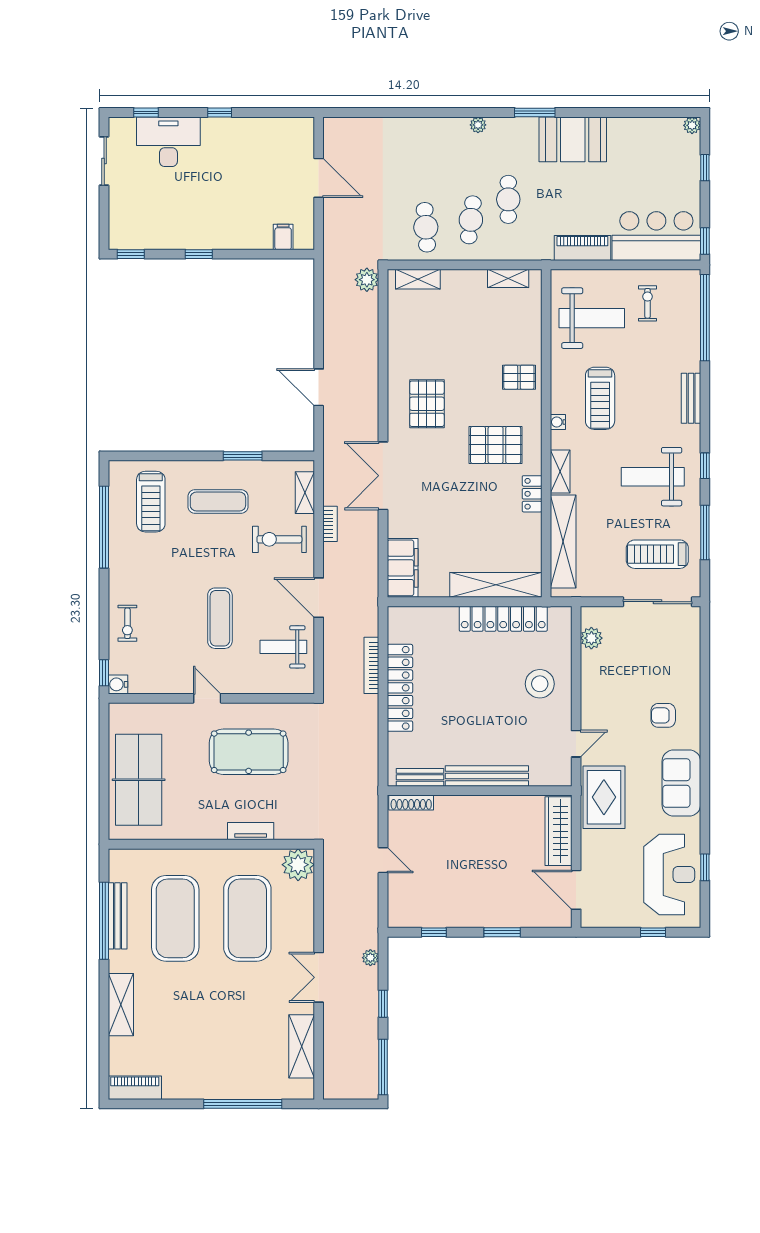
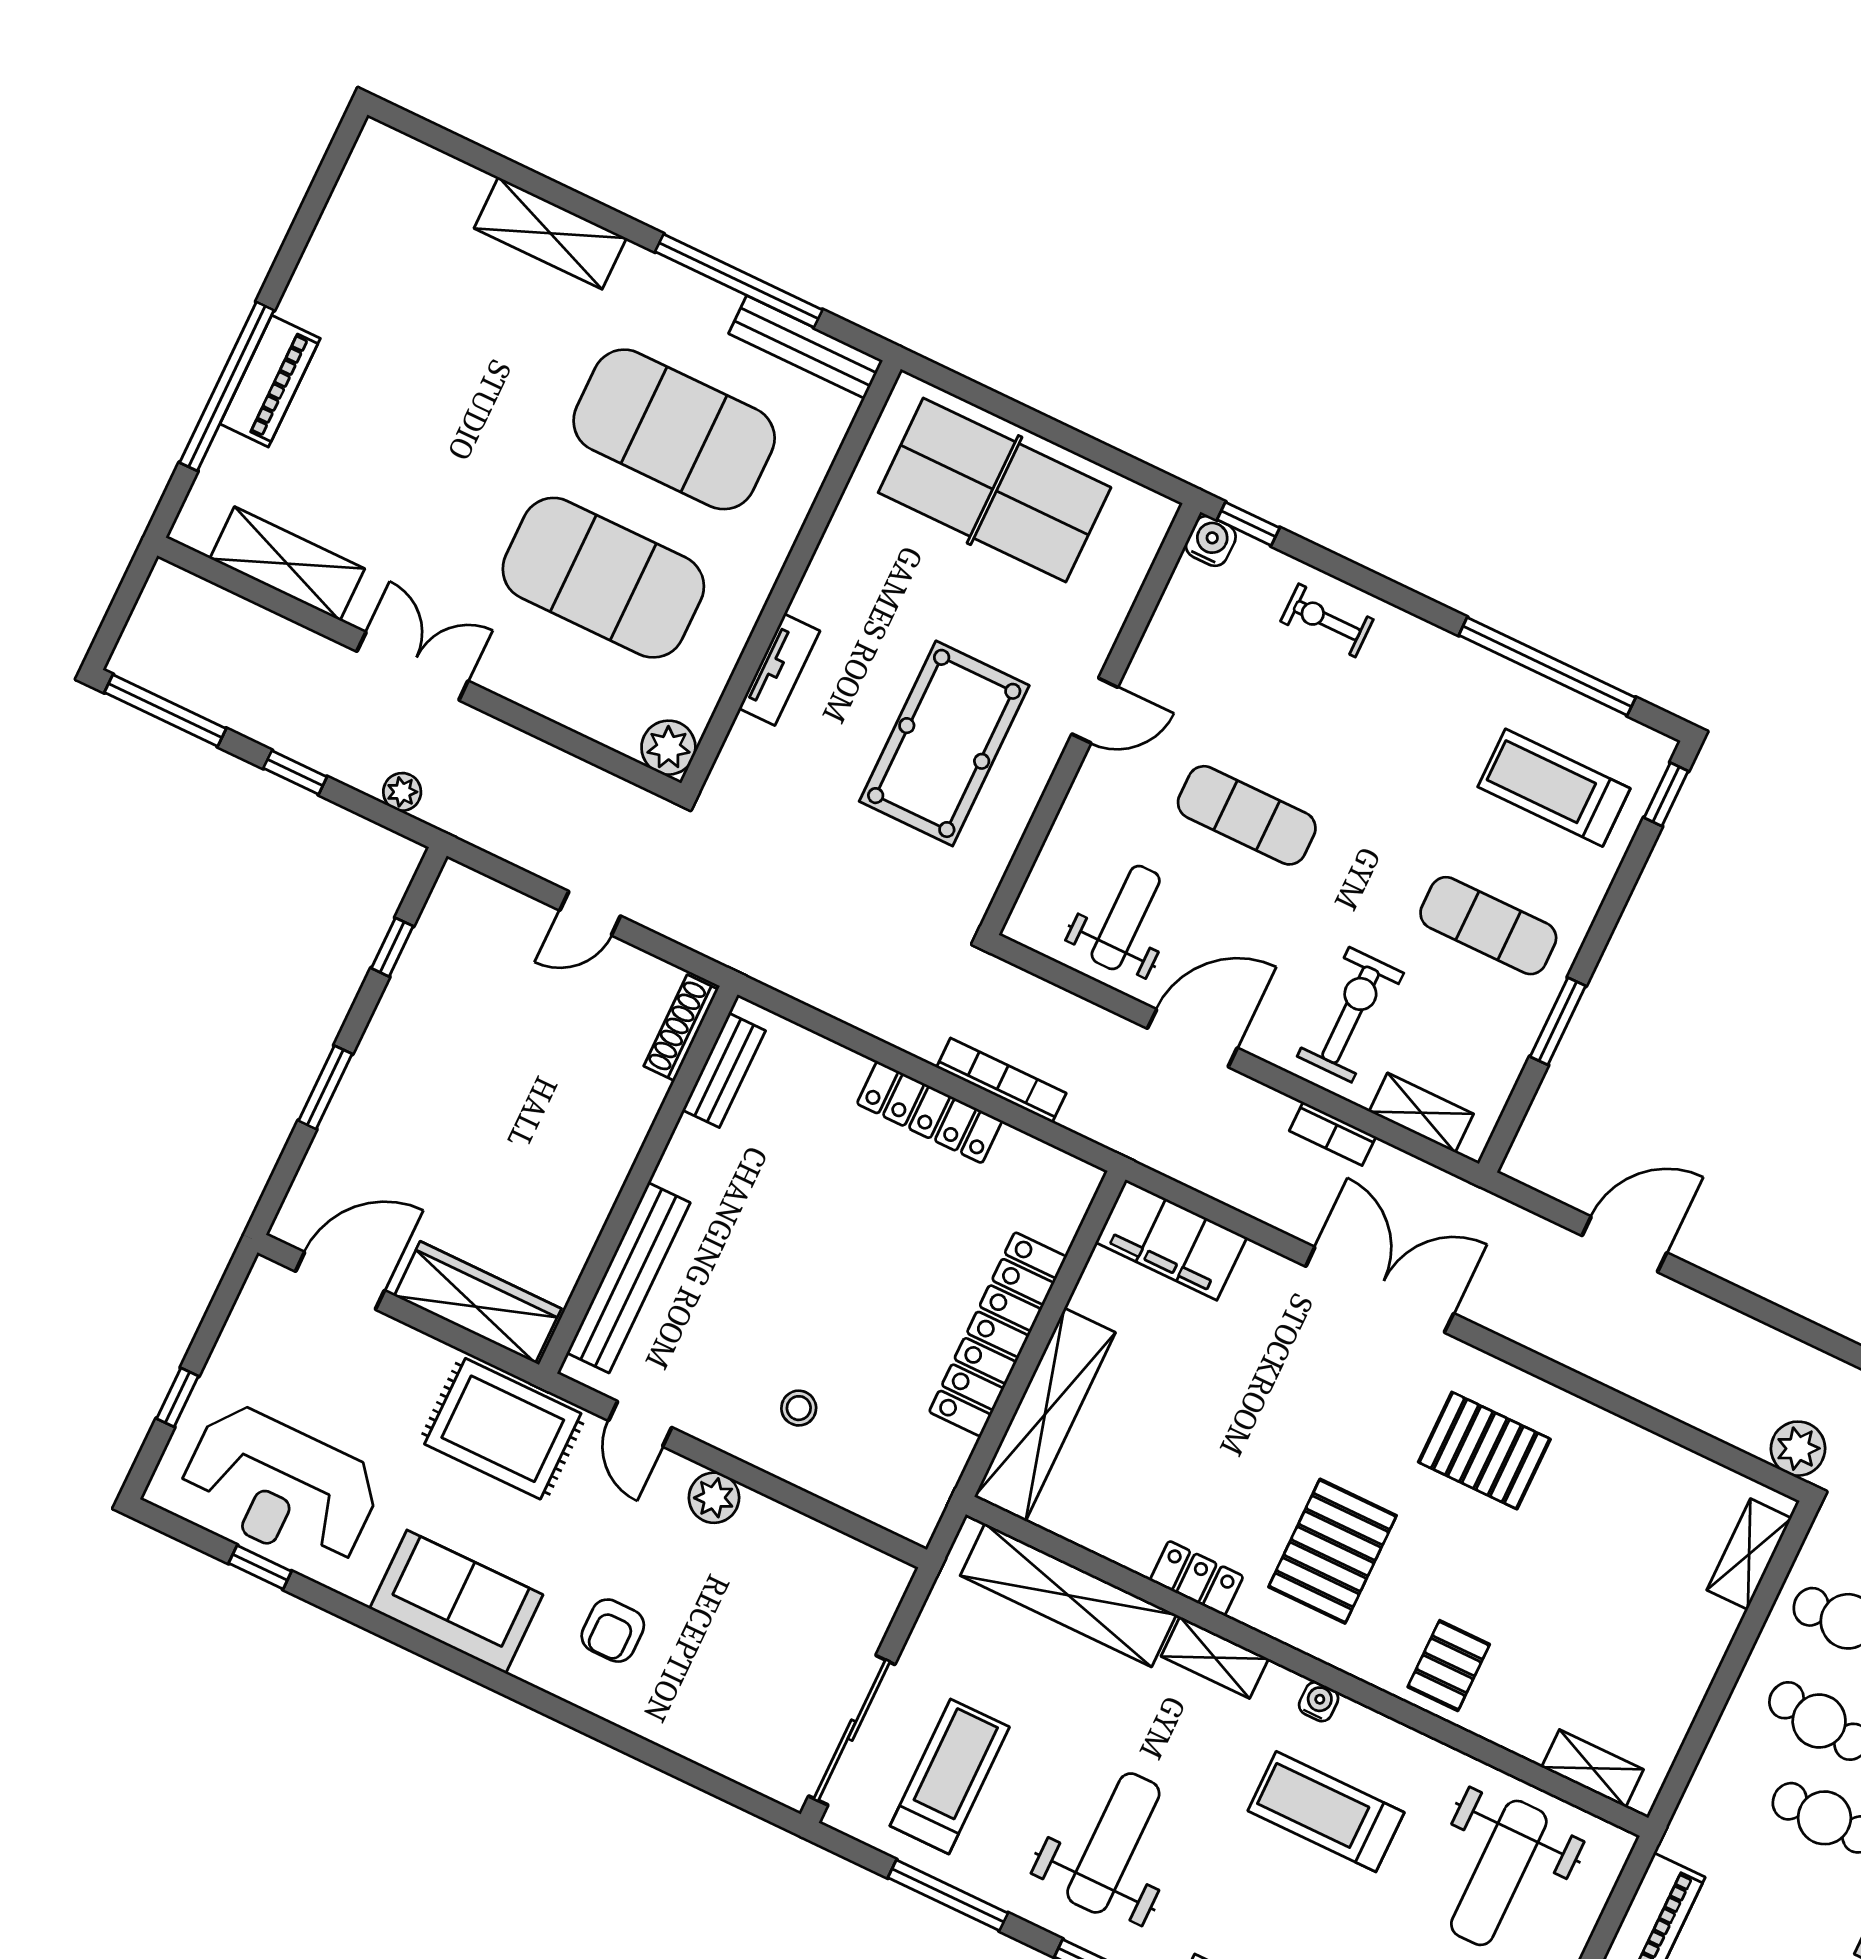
shelving: (508, 278) -> (1592, 1768), moved, turned 90
window: (132, 456) -> (1666, 794), added
exercise mat: (218, 502) -> (1488, 926), turned 90
locker: (503, 619) -> (998, 1334), moved
plant: (591, 638) -> (714, 1498), moved
stool: (540, 684) -> (799, 1408), width x0.53, depth x0.53
locker: (400, 688) -> (930, 1112), width x0.71, depth x0.83
armchair: (663, 715) -> (613, 1631), turned 180
bench: (487, 776) -> (628, 1278), moved
plant: (298, 865) -> (668, 748), width x0.73, depth x0.73
bench: (118, 916) -> (806, 347), moved
piano: (135, 1088) -> (270, 381), moved

